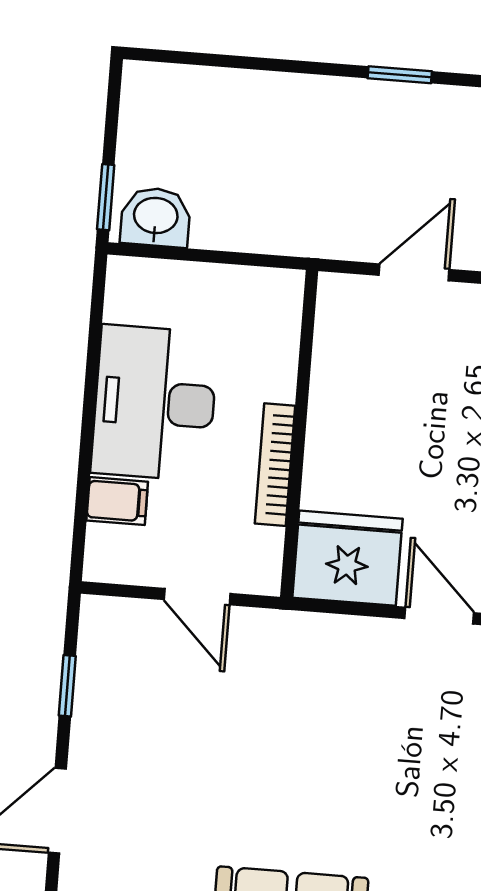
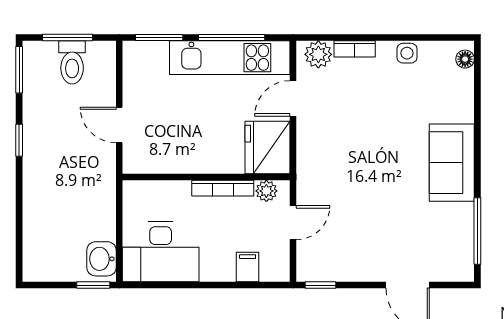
desk: (155, 403) -> (161, 252), moved
plant: (263, 549) -> (266, 191), added
window: (67, 686) -> (320, 285), moved

